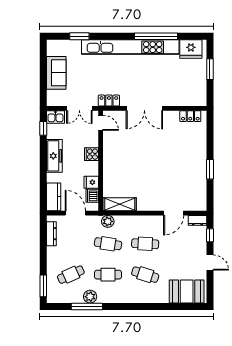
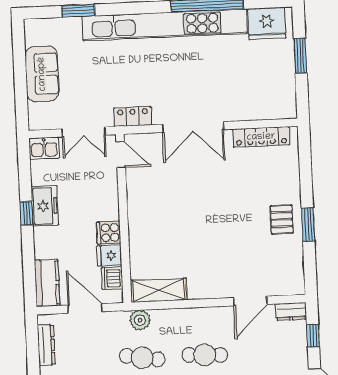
locker: (190, 116) -> (261, 137), width x1.53
window: (43, 128) -> (26, 213), moved
cooker: (92, 154) -> (109, 233), moved
freezer: (54, 156) -> (45, 206), width x0.71
pallet: (194, 166) -> (282, 219), added

